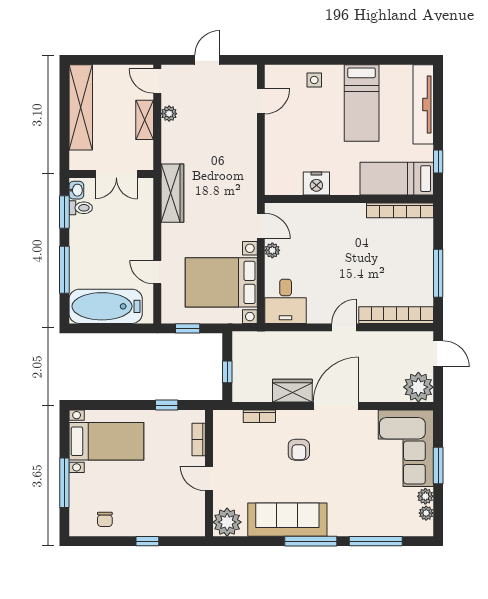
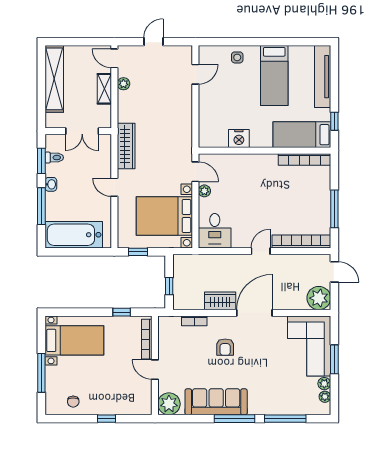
washbasin: (76, 190) -> (51, 184), moved
door: (157, 272) -> (114, 187), moved
bookcase: (199, 439) -> (147, 339), width x1.56

